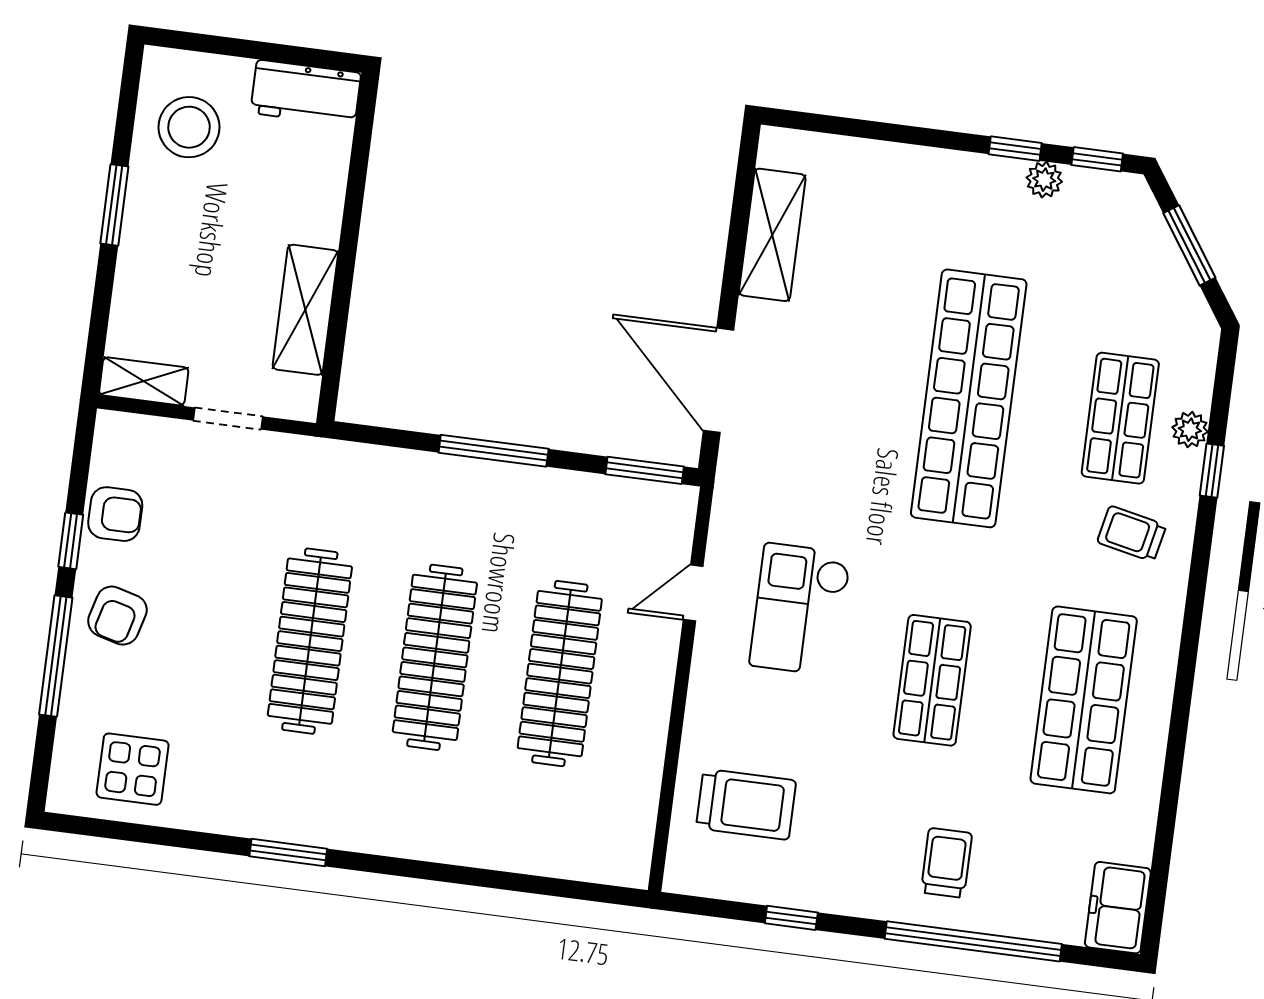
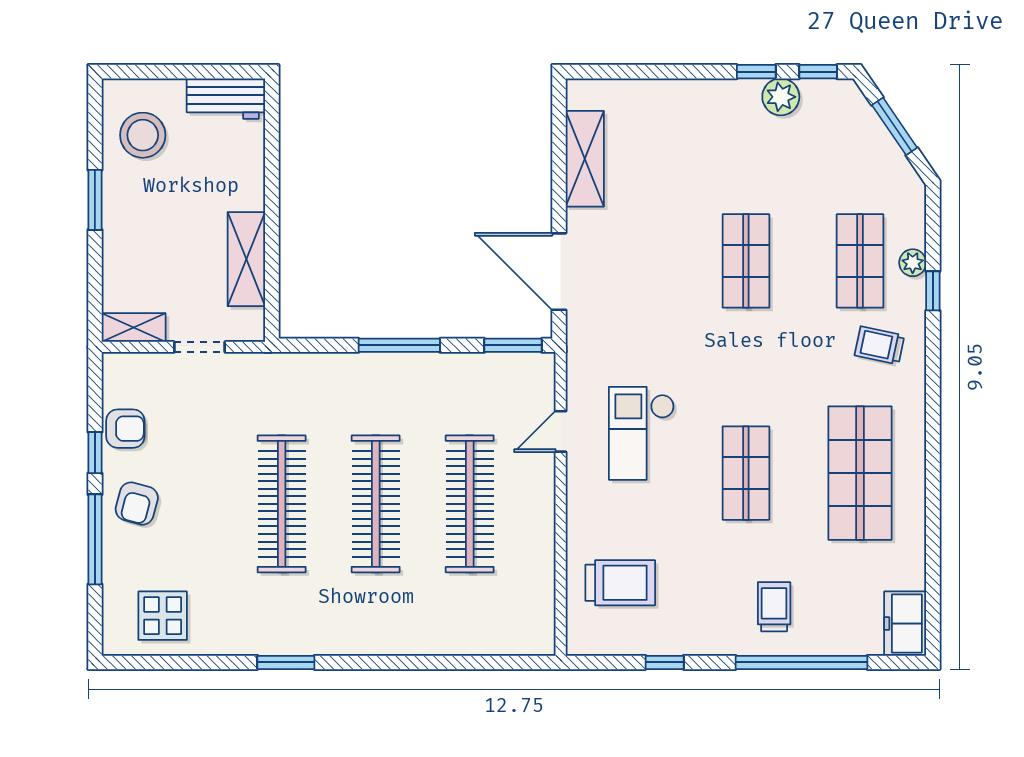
plant: (1044, 180) -> (781, 97), width x1.38, depth x1.38
shop shelf: (969, 398) -> (746, 261), width x0.50, depth x0.74

